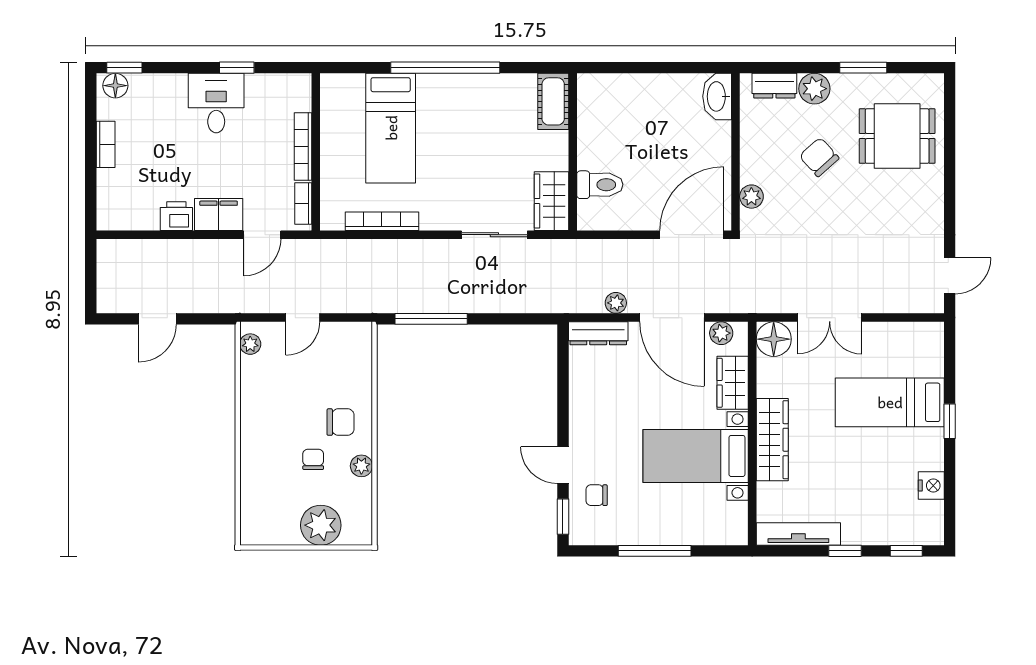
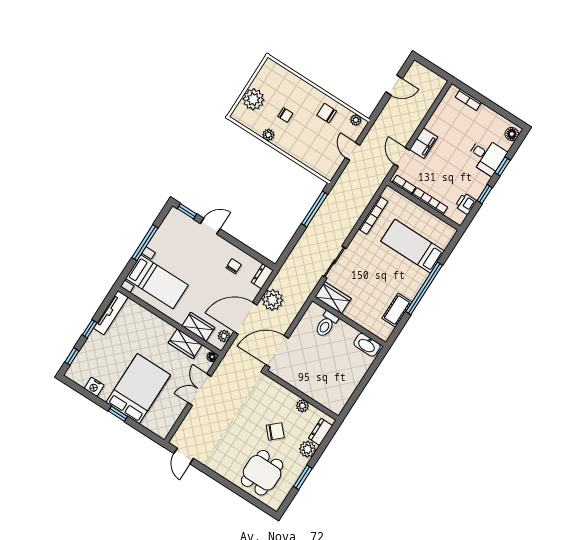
window: (124, 68) -> (502, 166), moved
washbasin: (717, 96) -> (367, 345), moved, turned 180
cot: (553, 101) -> (397, 310), moved, turned 90
desk: (216, 103) -> (486, 156), moved
bookcase: (106, 144) -> (468, 100), moved
plant: (751, 197) -> (302, 406), moved
printer: (176, 216) -> (466, 204), moved, turned 180
door: (692, 235) -> (277, 351), swing flipped
plant: (616, 303) -> (272, 300), width x1.88, depth x1.88
door: (157, 319) -> (394, 85), swing flipped
dresser: (598, 333) -> (262, 276), width x0.70
floor lamp: (774, 339) -> (212, 357), width x0.53, depth x0.53
bed: (890, 402) -> (138, 389), width x1.50
chair: (340, 422) -> (327, 113), moved, turned 90
wardrobe: (772, 440) -> (185, 344), moved, width x0.67
bed with nightstands: (696, 456) -> (157, 282), moved, turned 90
chair: (597, 495) -> (234, 266), moved

